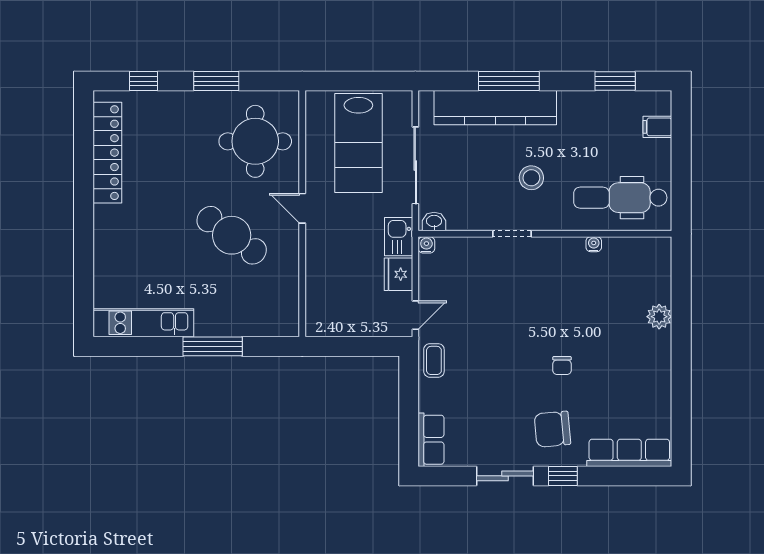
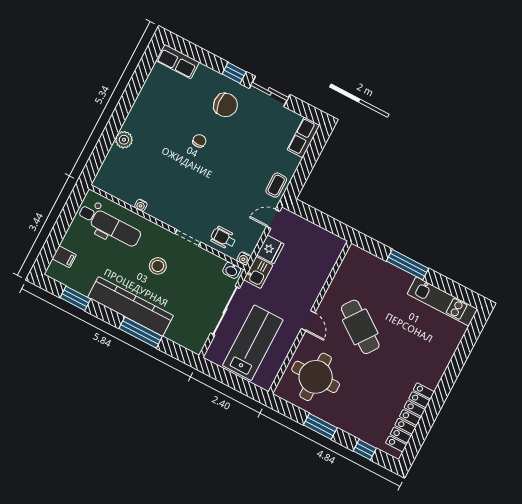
kitchen counter: (495, 108) -> (131, 306), moved
wheelchair: (466, 257) -> (223, 238), added
row of seats: (629, 453) -> (178, 61), width x0.68

